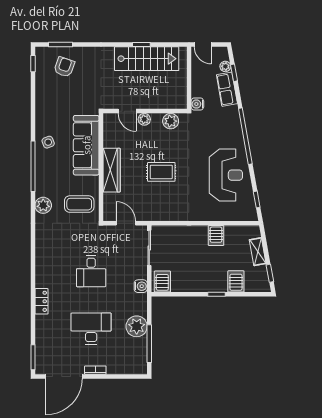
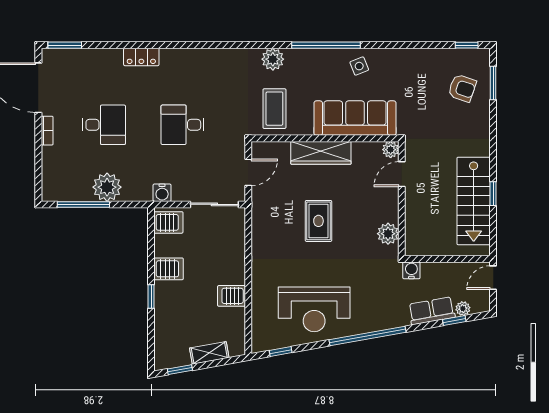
plant: (144, 119) -> (391, 150), moved
server rack: (236, 281) -> (169, 269), moved
desk: (91, 329) -> (104, 125), width x0.73

